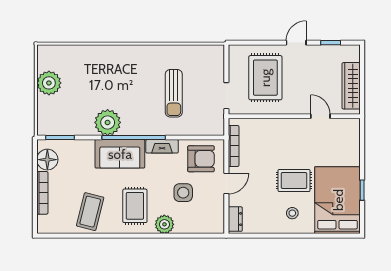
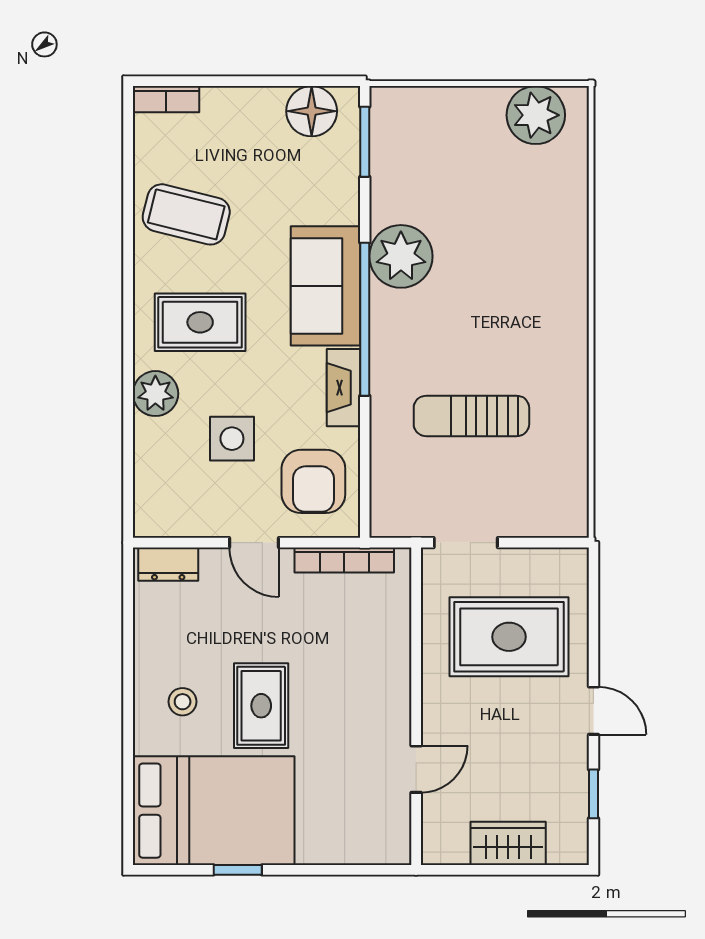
plant: (49, 83) -> (536, 115), moved
wardrobe: (351, 86) -> (508, 843), width x0.67
bookcase: (42, 193) -> (166, 99), moved, width x0.64

